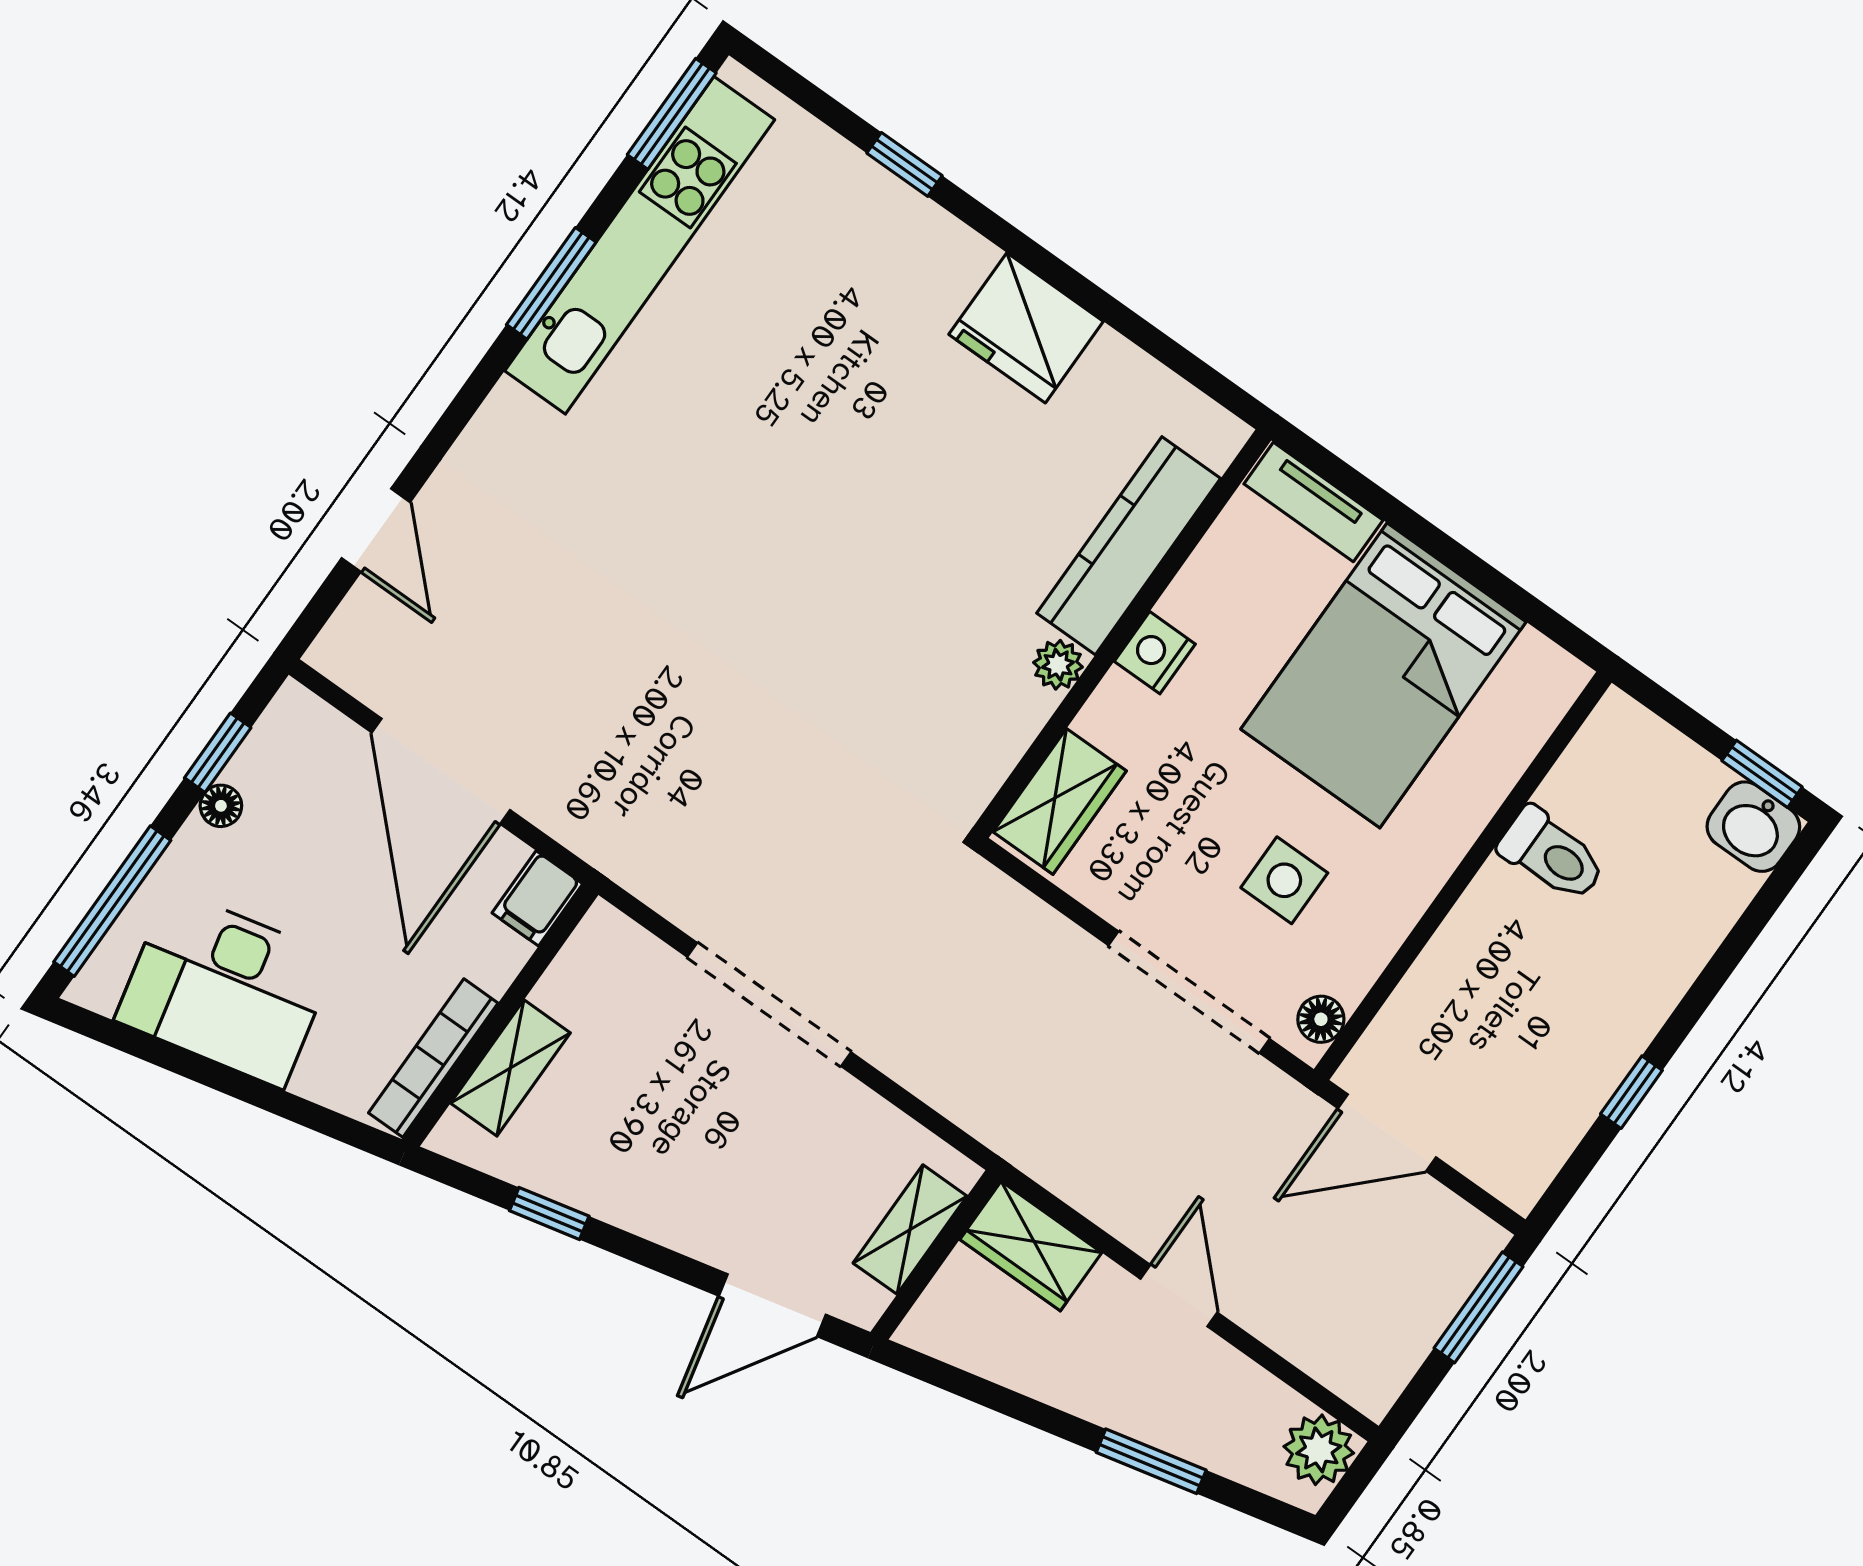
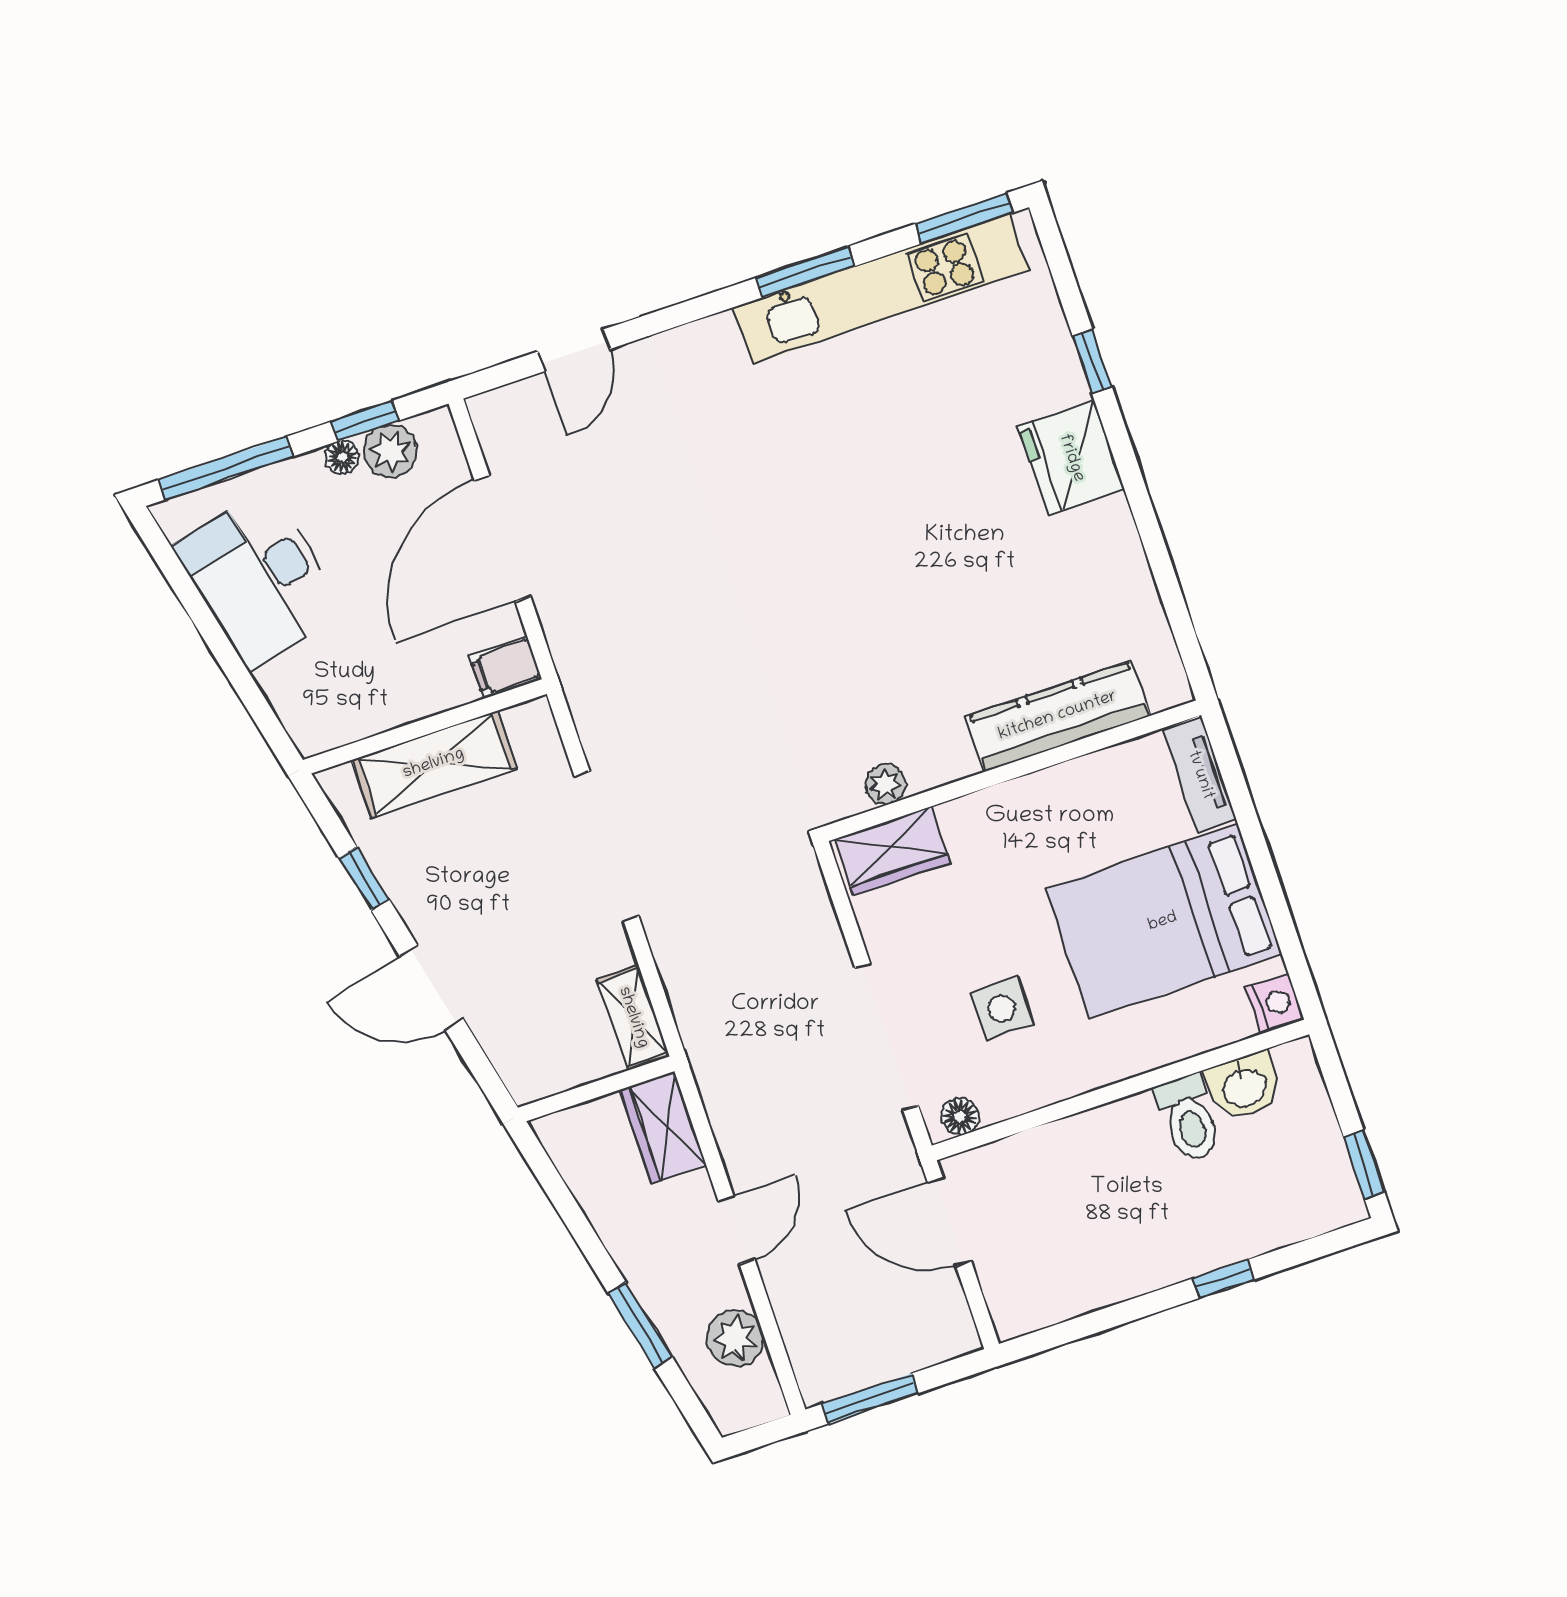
fridge: (1026, 328) -> (1071, 458), moved
nightstand: (1155, 653) -> (1275, 1003), moved, turned 90
plant: (1058, 665) -> (885, 785), moved
plant: (265, 765) -> (390, 451), added
washbasin: (1753, 827) -> (1244, 1086), moved, turned -90
bookcase: (433, 1058) -> (362, 722), removed
shelving: (510, 1068) -> (434, 764), width x1.50, depth x1.33
window: (1631, 1092) -> (1223, 1279), moved
shelving: (910, 1230) -> (633, 1018), moved, turned 90
door: (772, 1305) -> (431, 988), moved
window: (1479, 1307) -> (870, 1398), moved
plant: (1319, 1450) -> (735, 1338), moved

